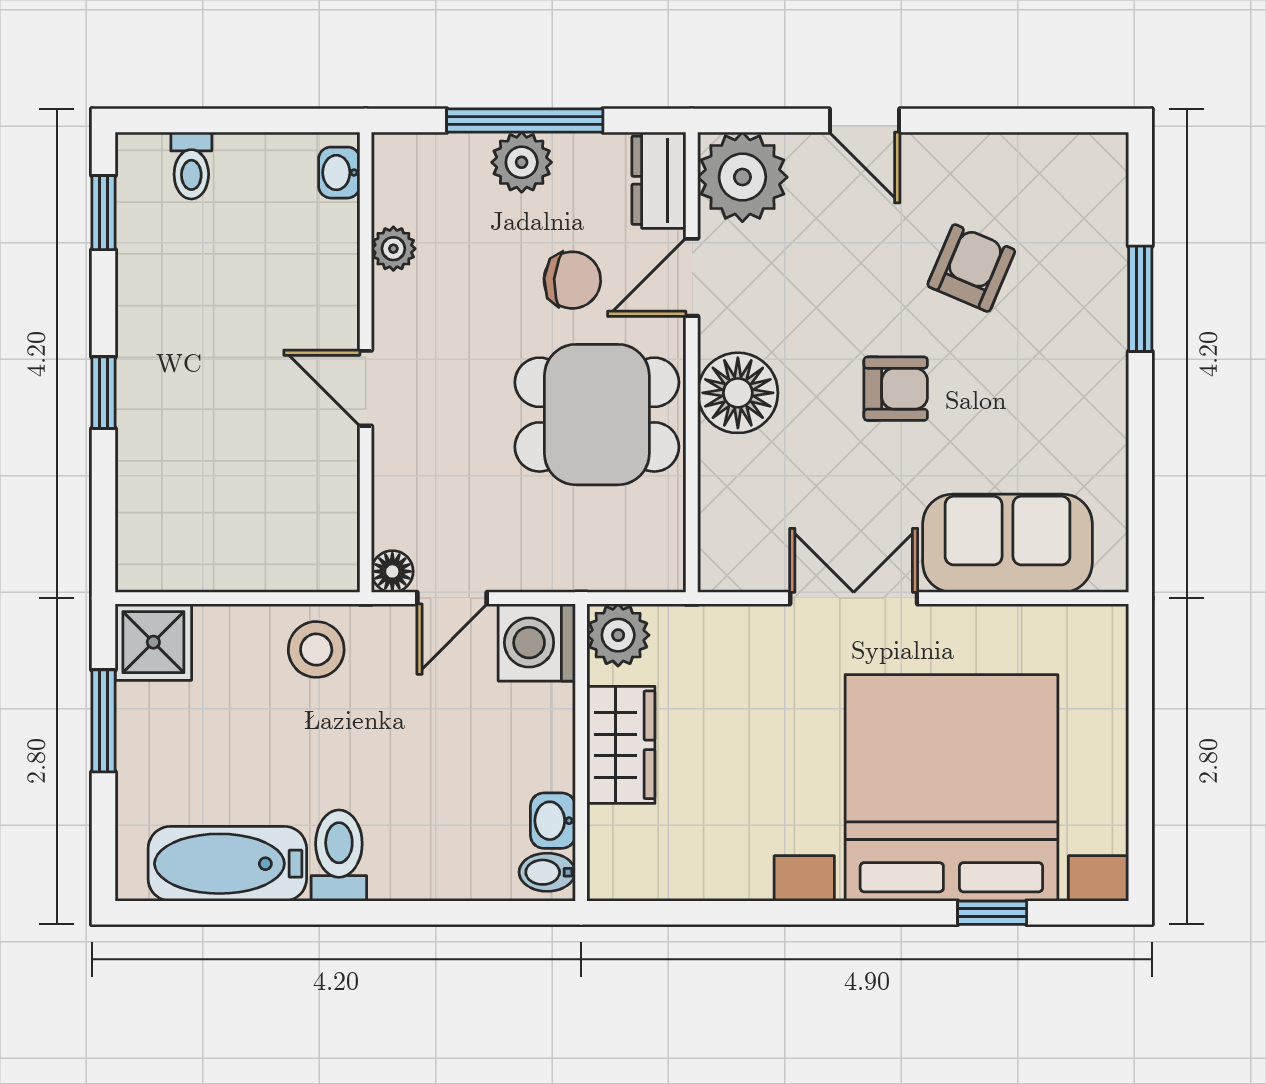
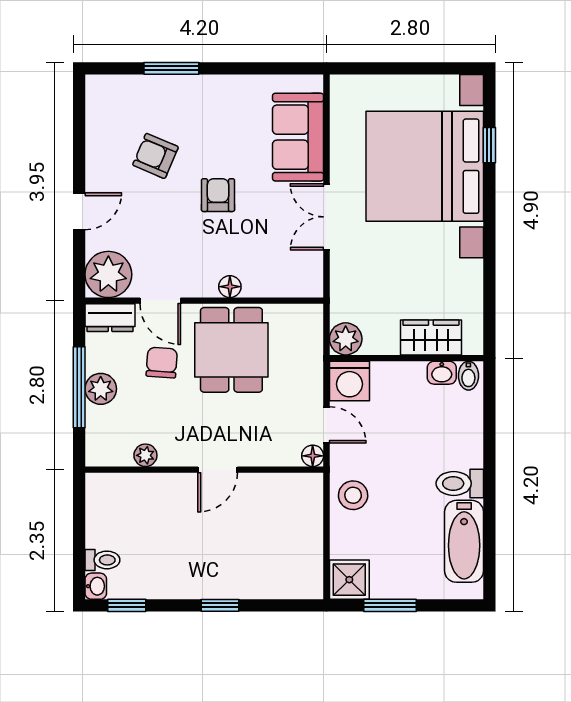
washbasin: (339, 173) -> (96, 586), moved, turned -90
floor lamp: (738, 393) -> (230, 287), width x0.53, depth x0.53
wardrobe: (621, 745) -> (431, 337), moved

